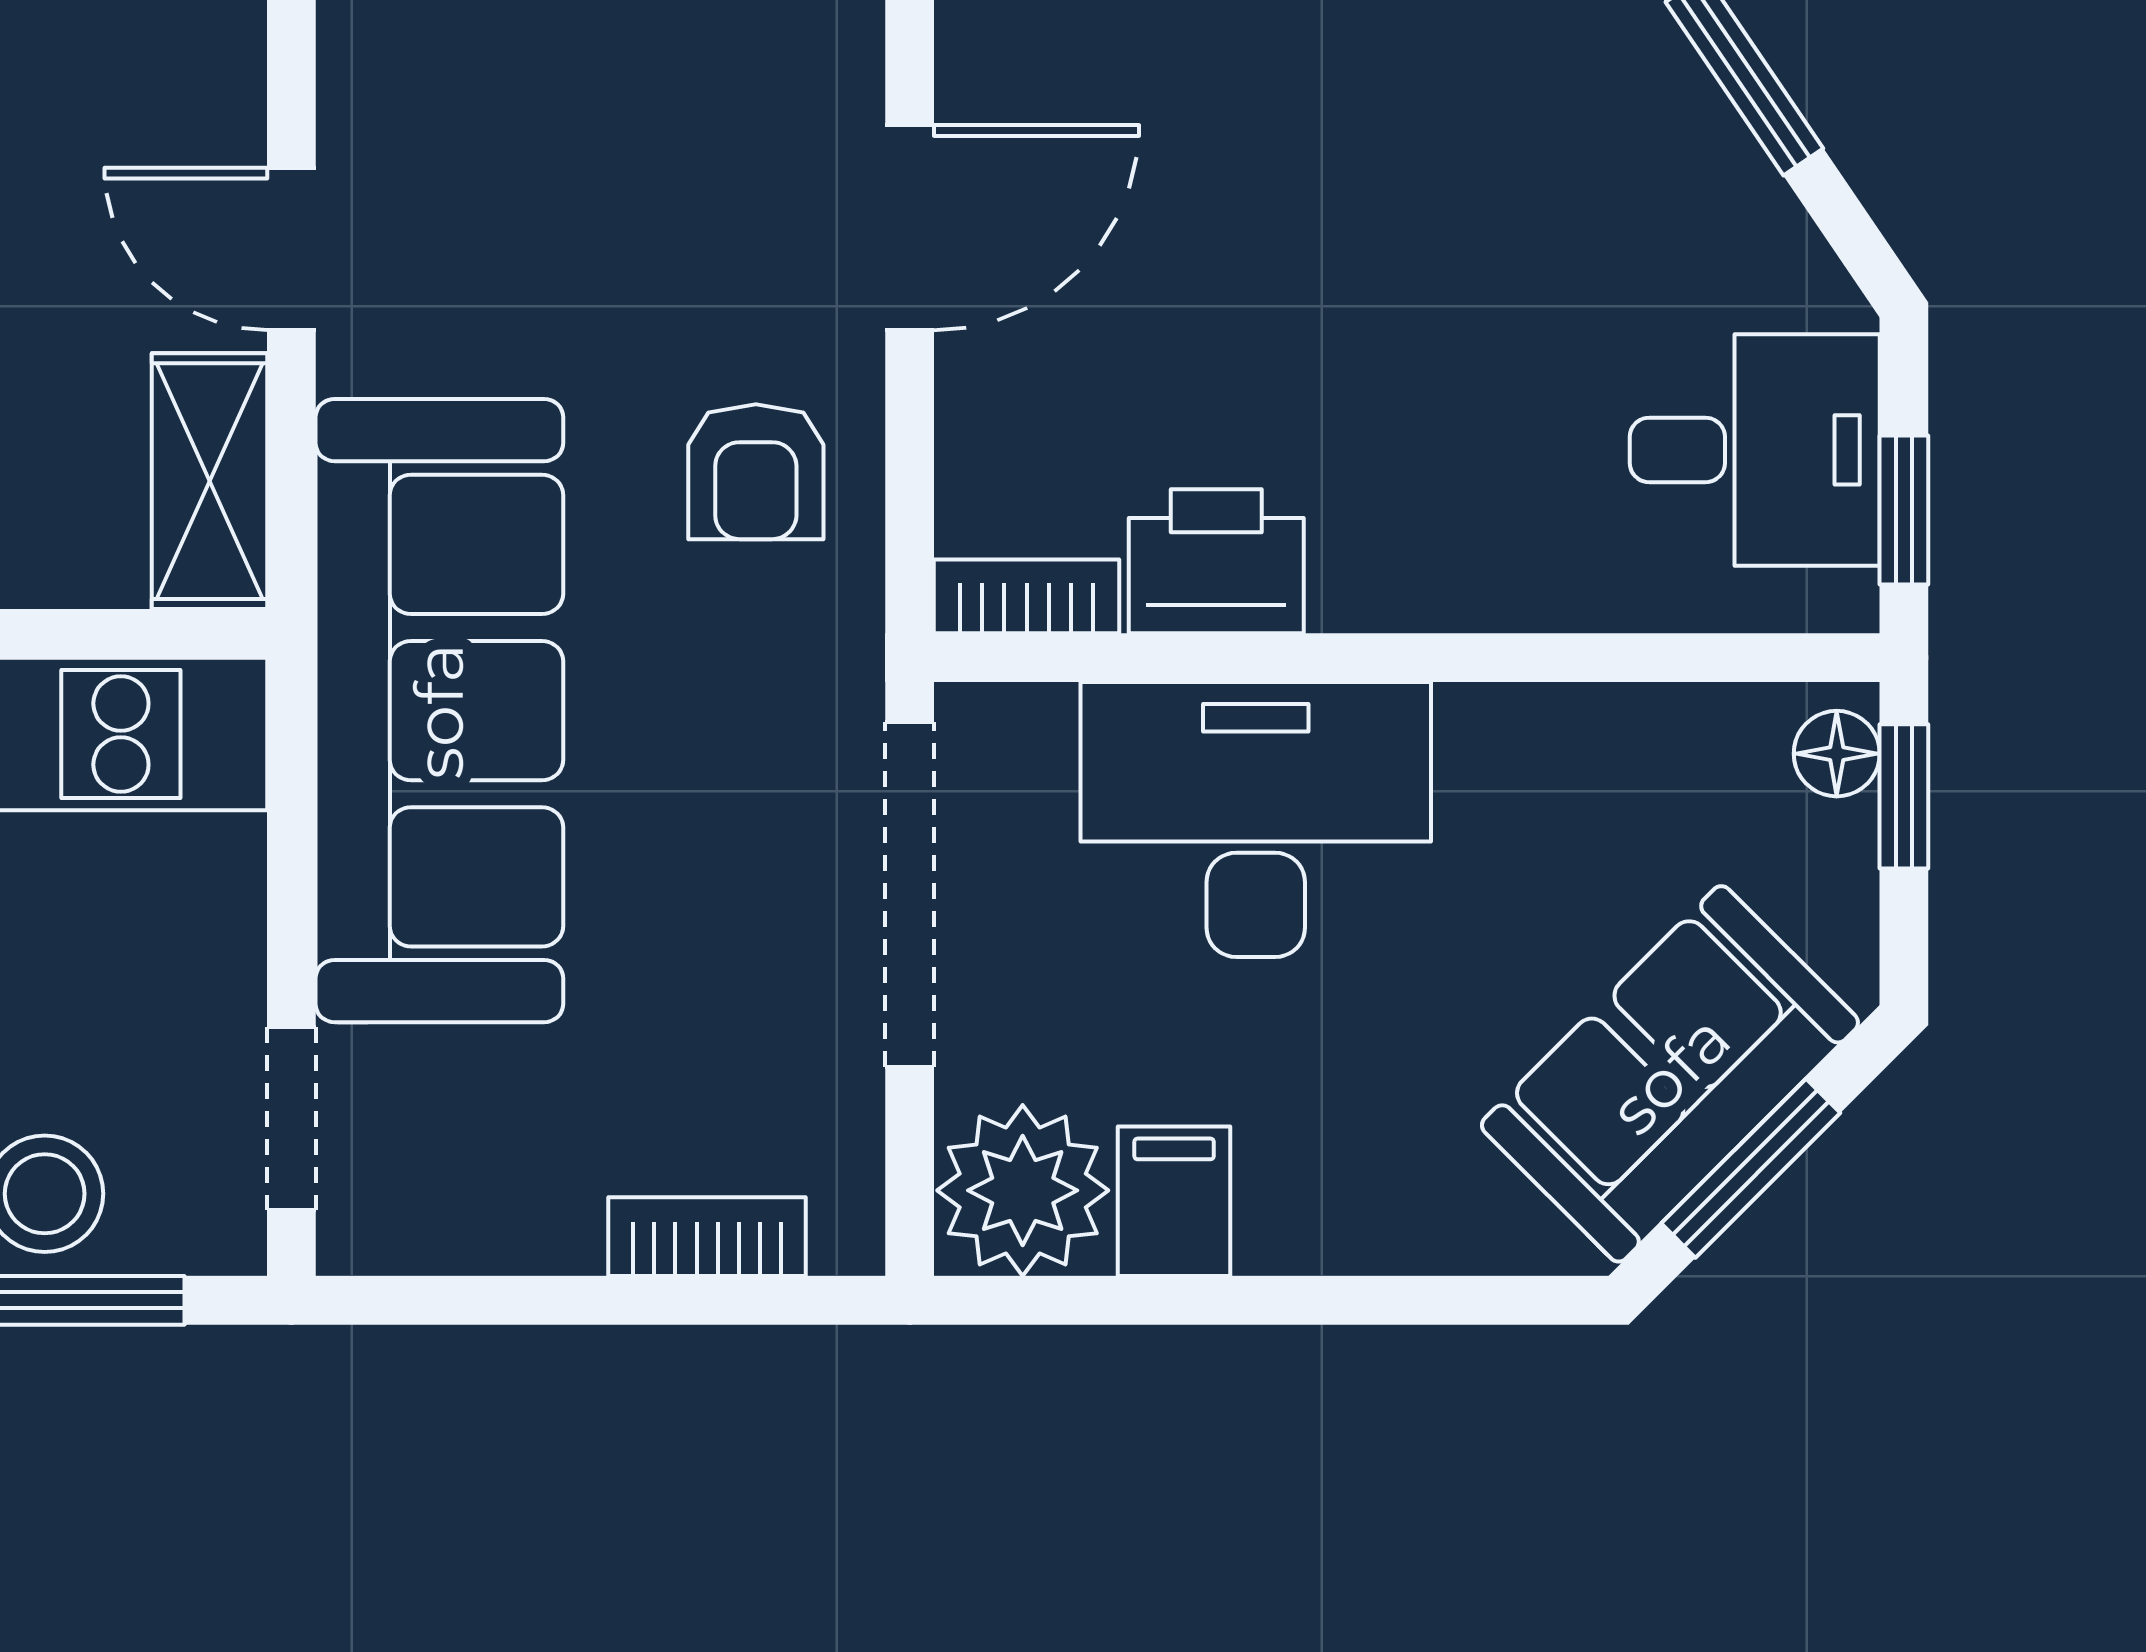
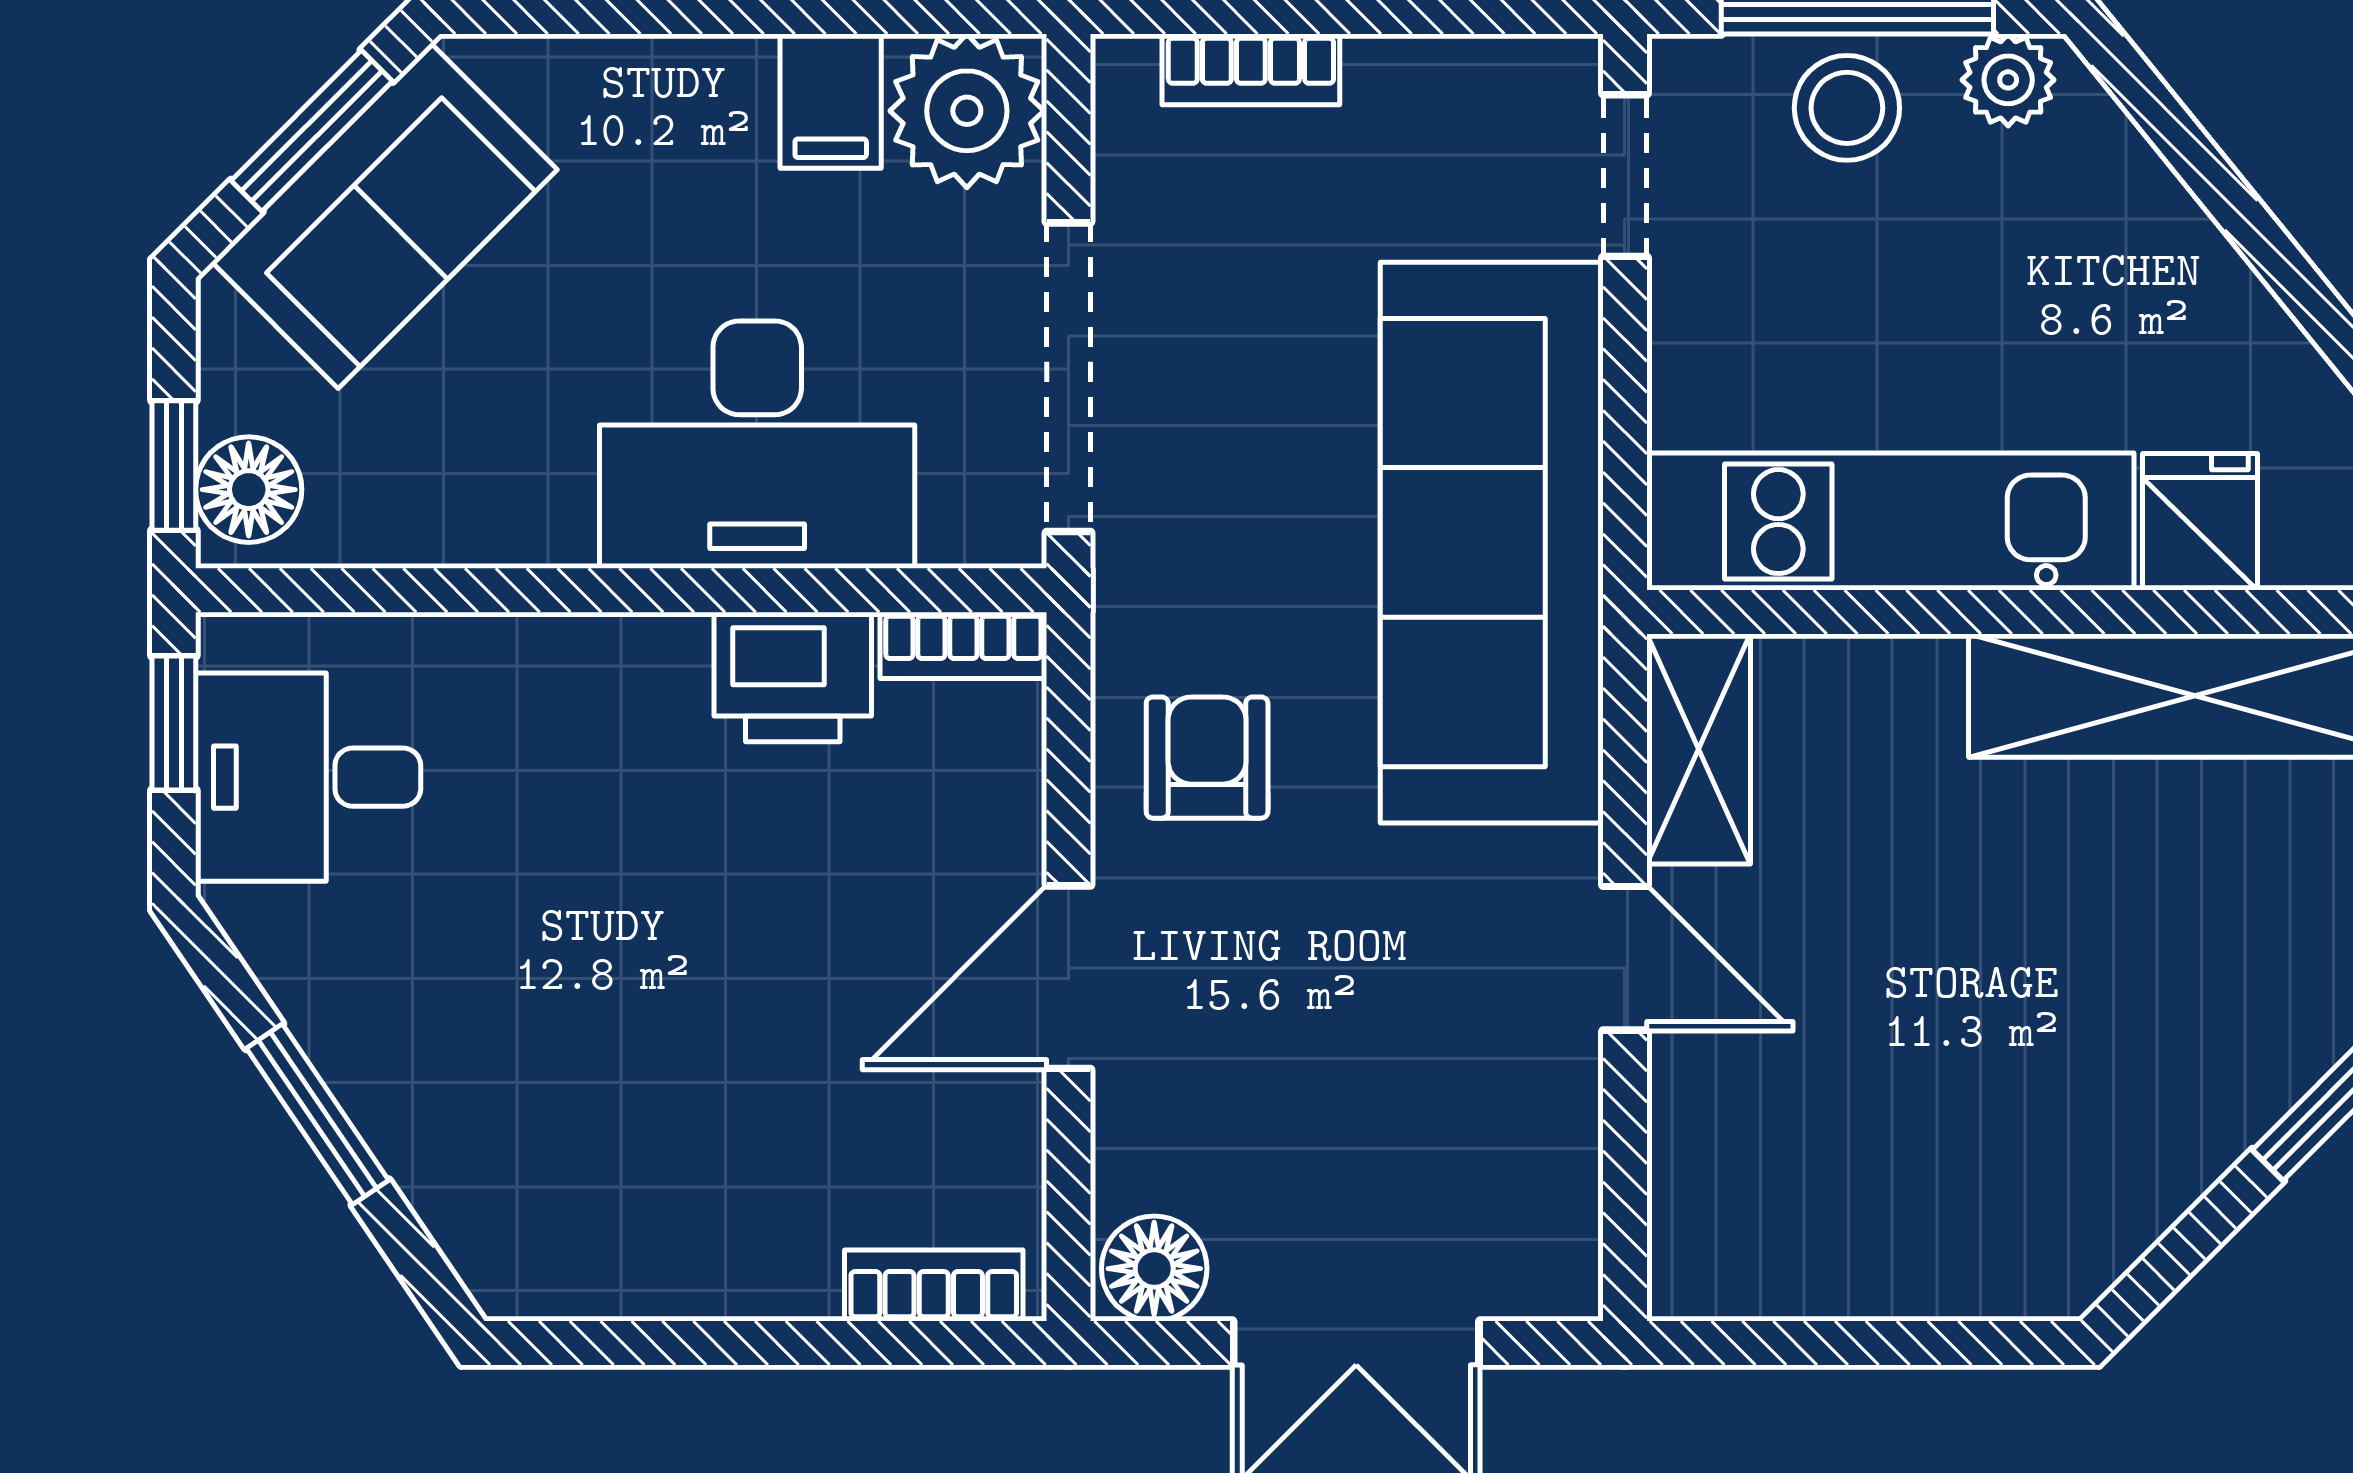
floor lamp: (1837, 754) -> (249, 490), width x1.37, depth x1.37

